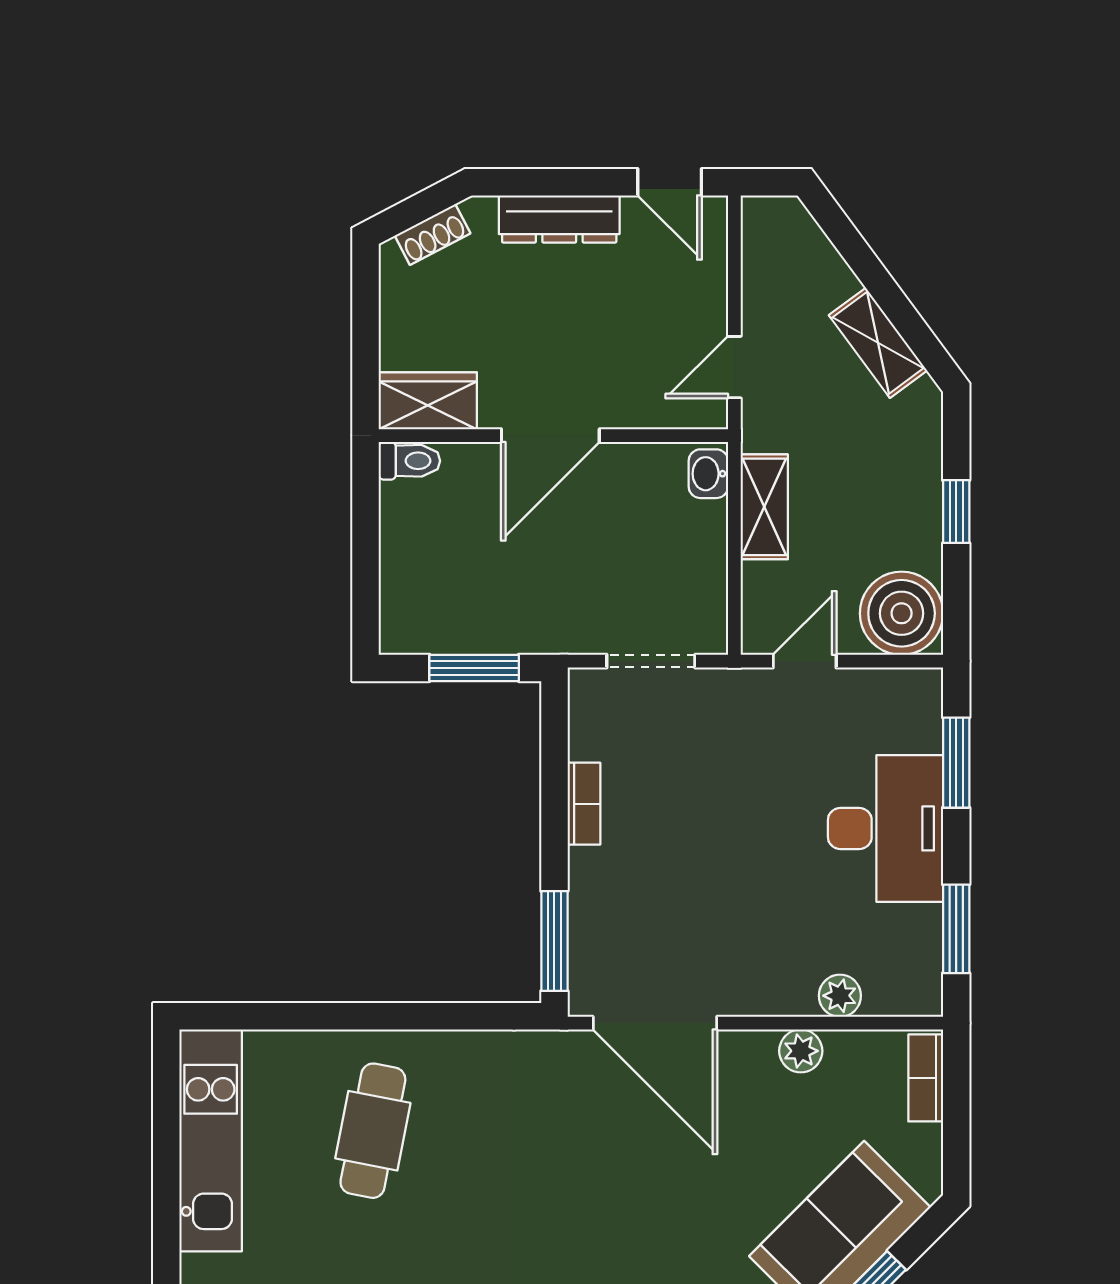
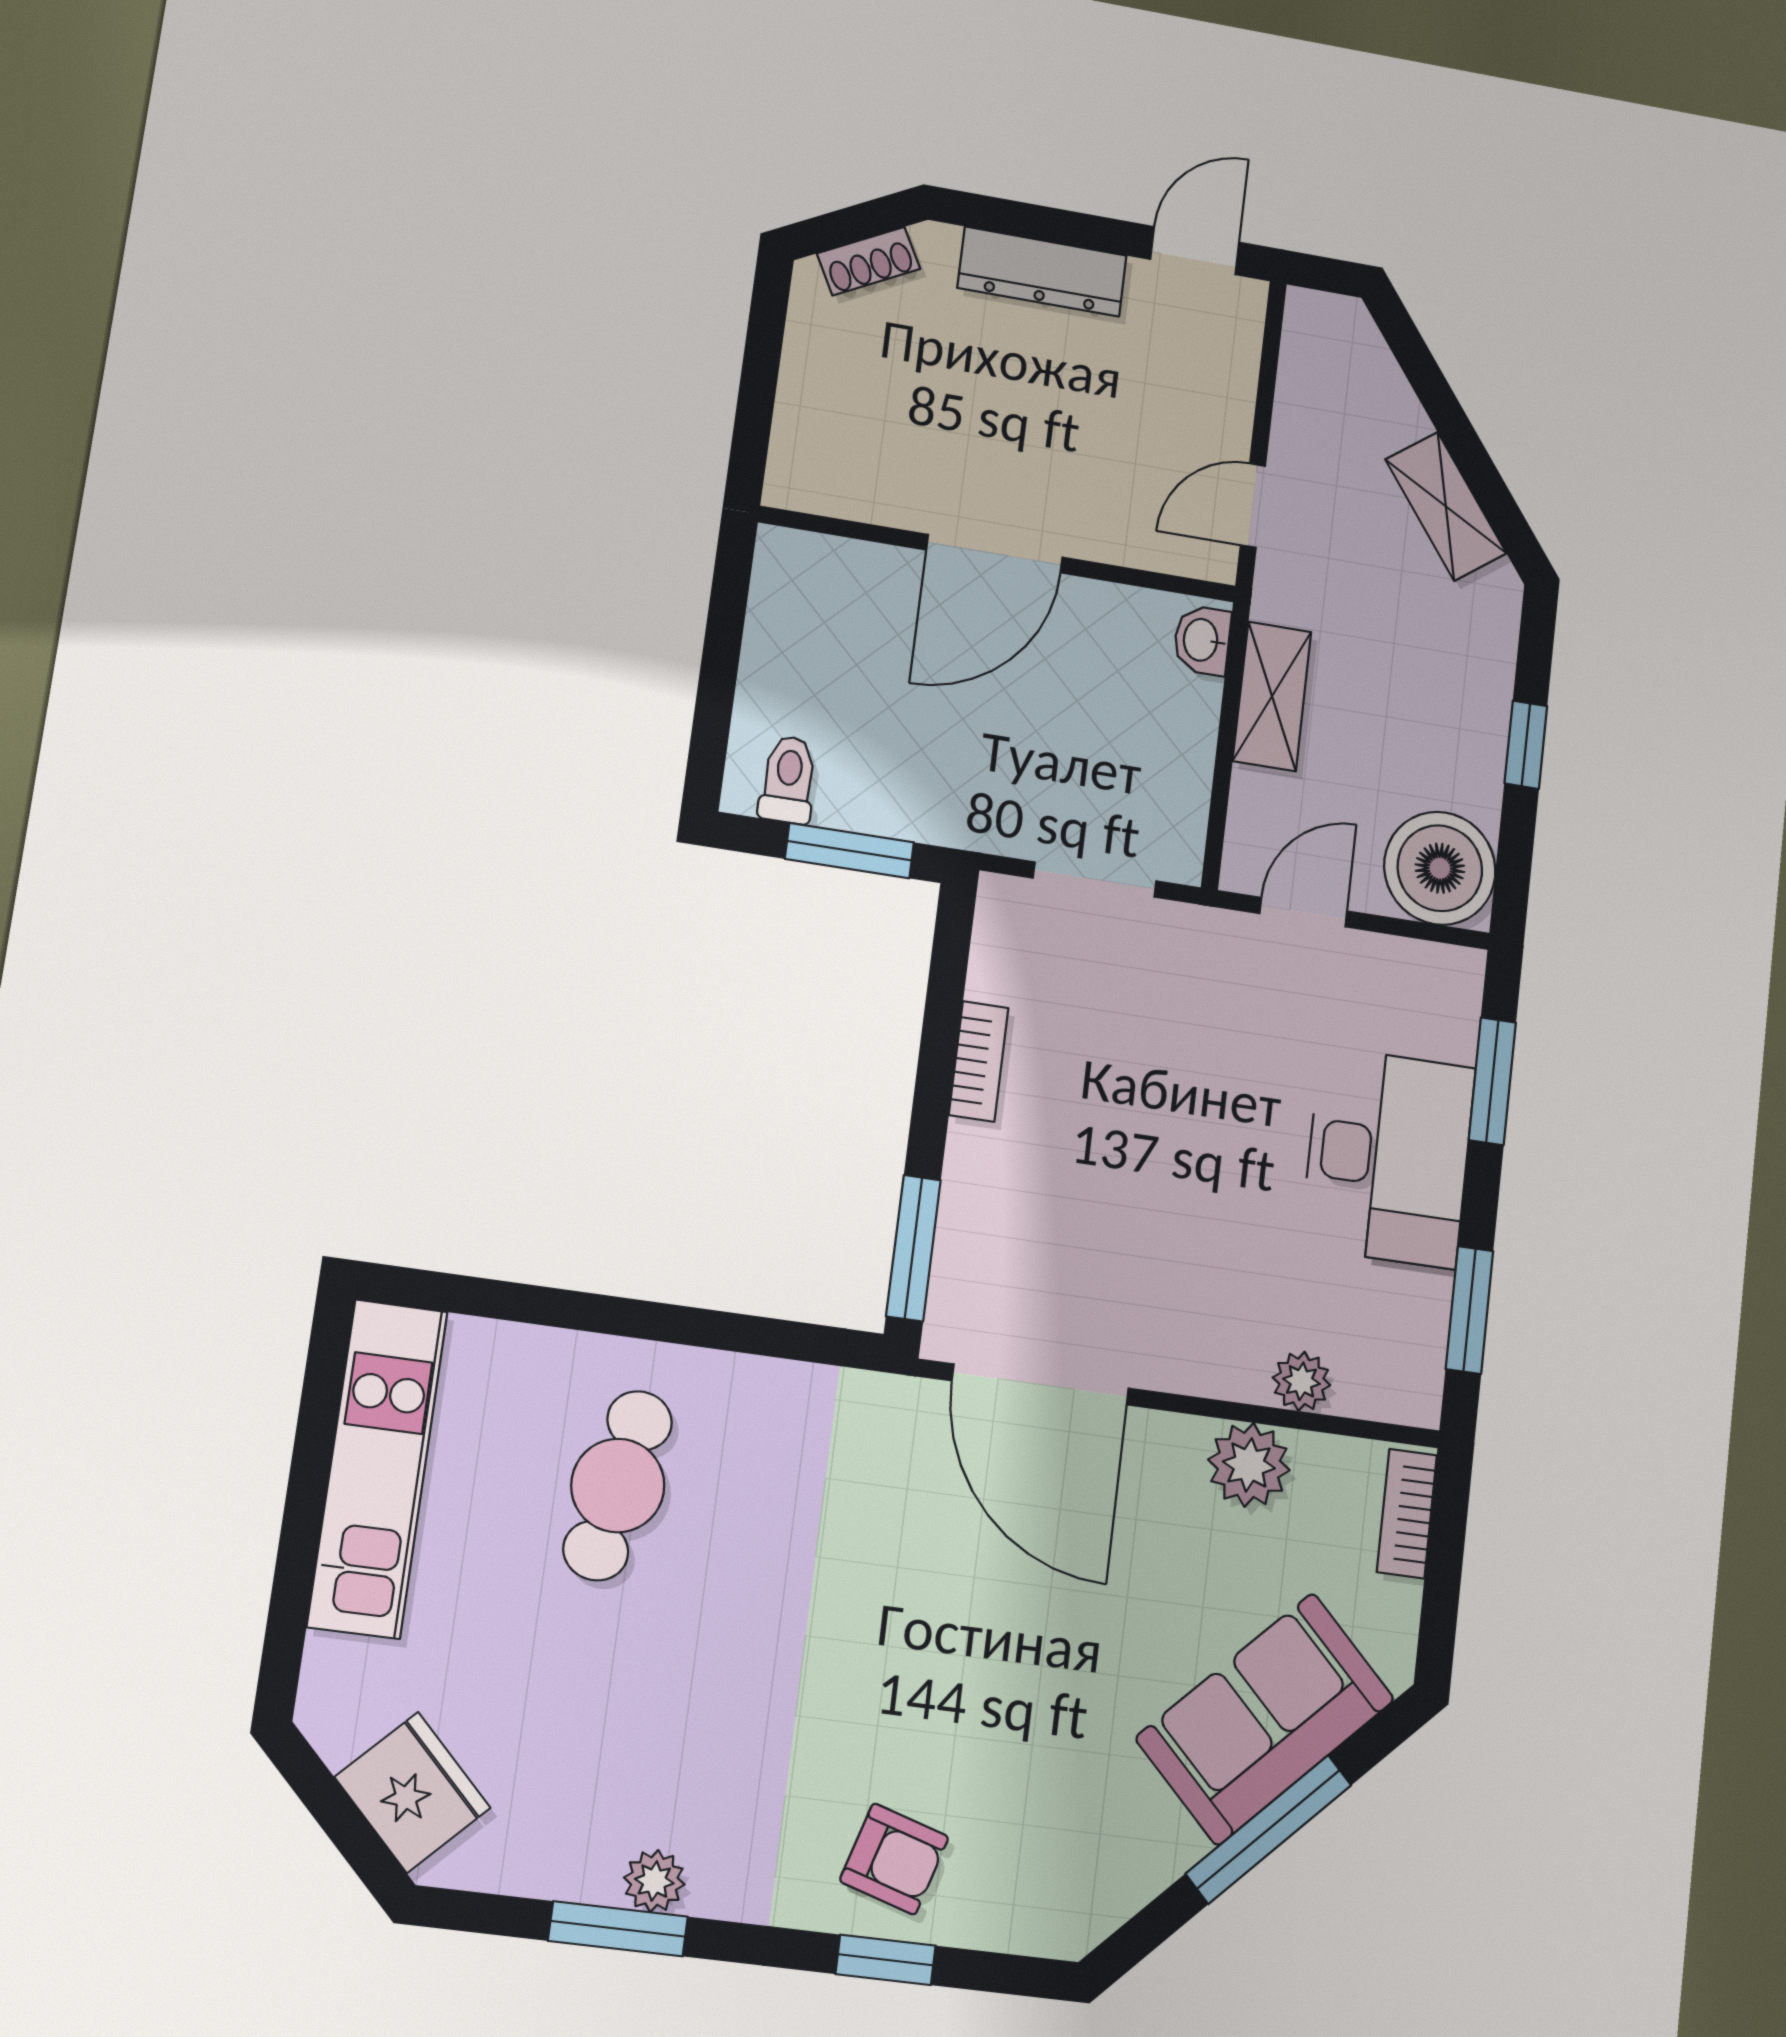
door: (670, 182) -> (1195, 251), swing flipped
wardrobe: (428, 401) -> (833, 479), removed
toilet: (409, 461) -> (788, 780), moved, turned -90
plant: (801, 1051) -> (1249, 1465), width x1.38, depth x1.38

